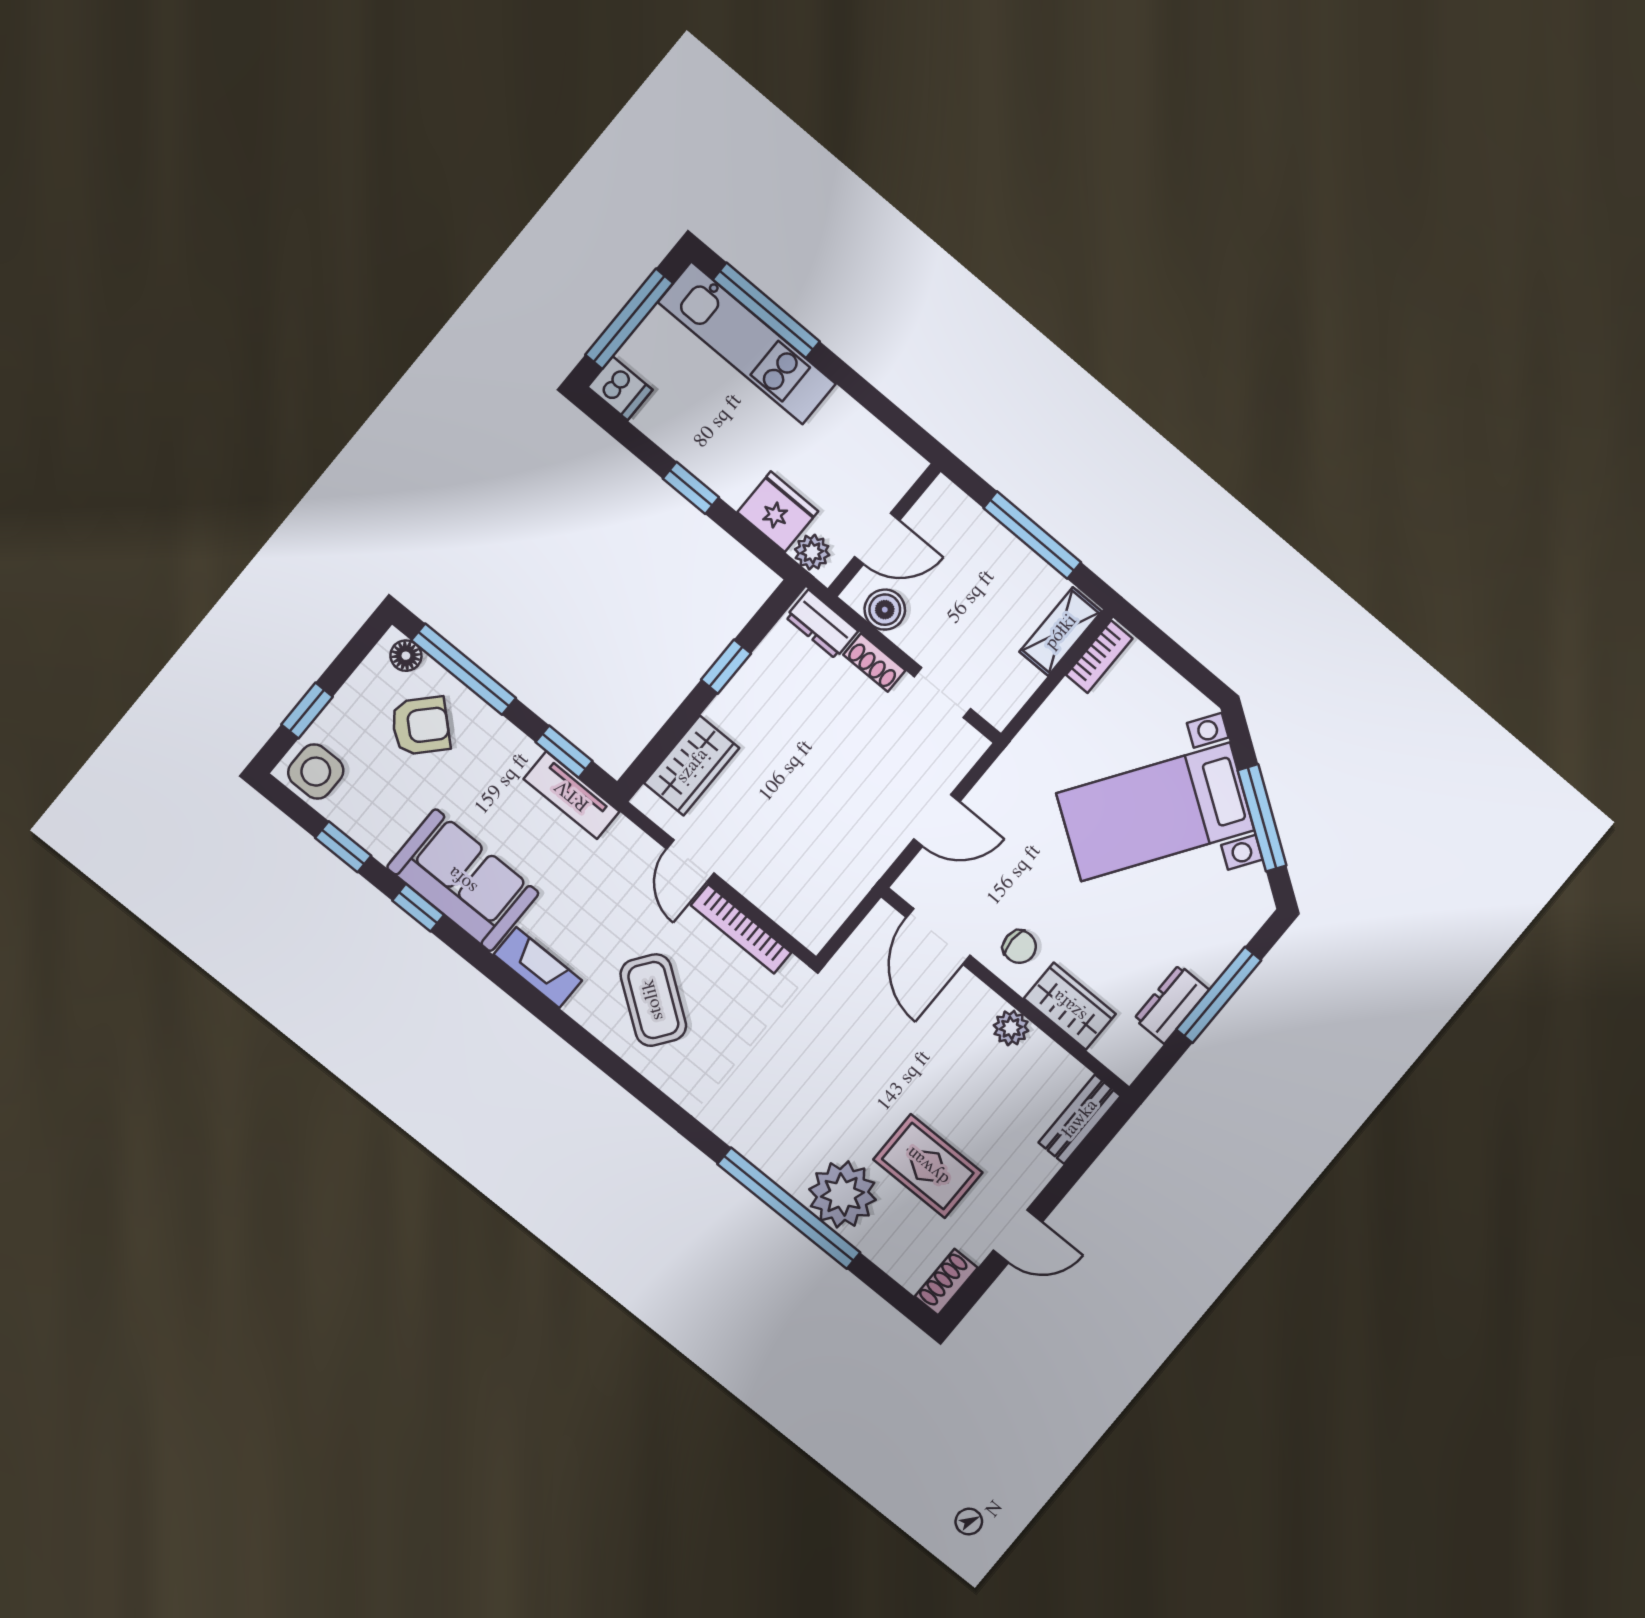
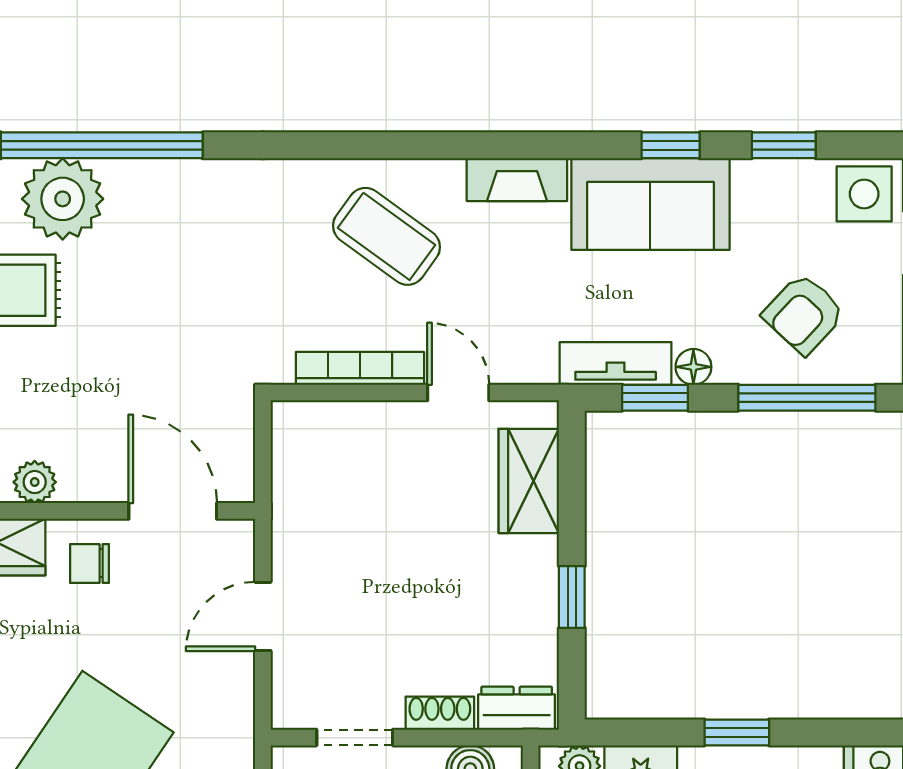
floor lamp: (406, 656) -> (693, 367), moved

